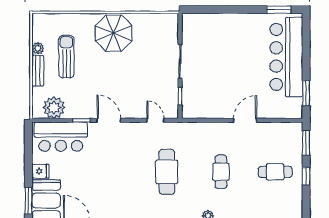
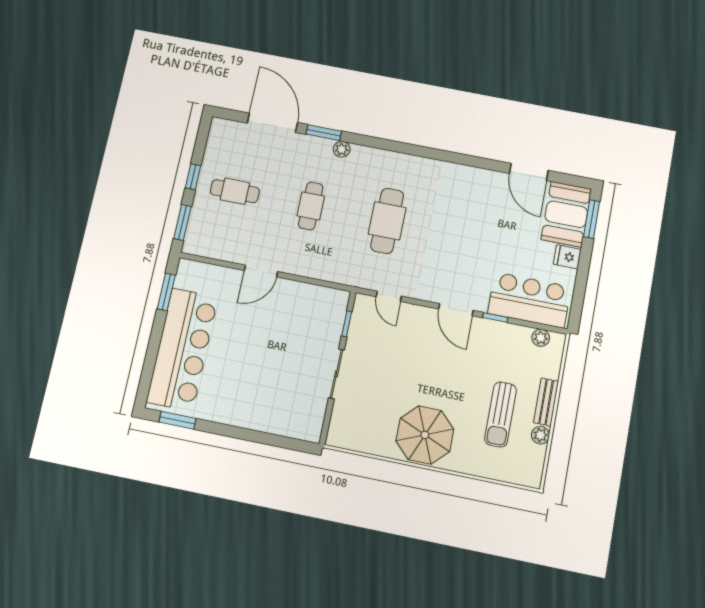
plant: (54, 108) -> (541, 338), width x0.53, depth x0.53

